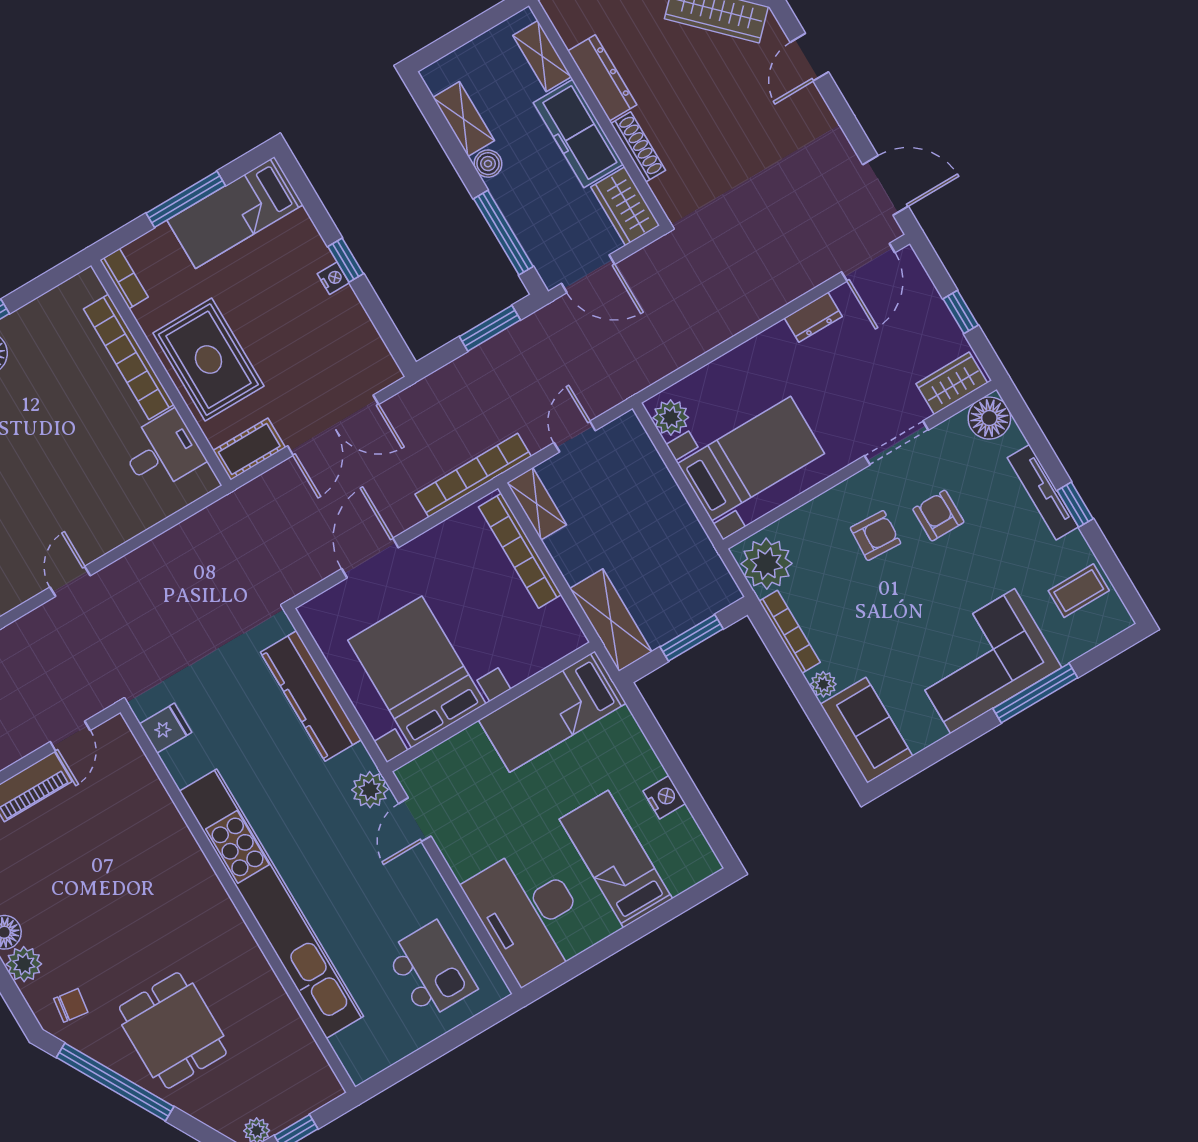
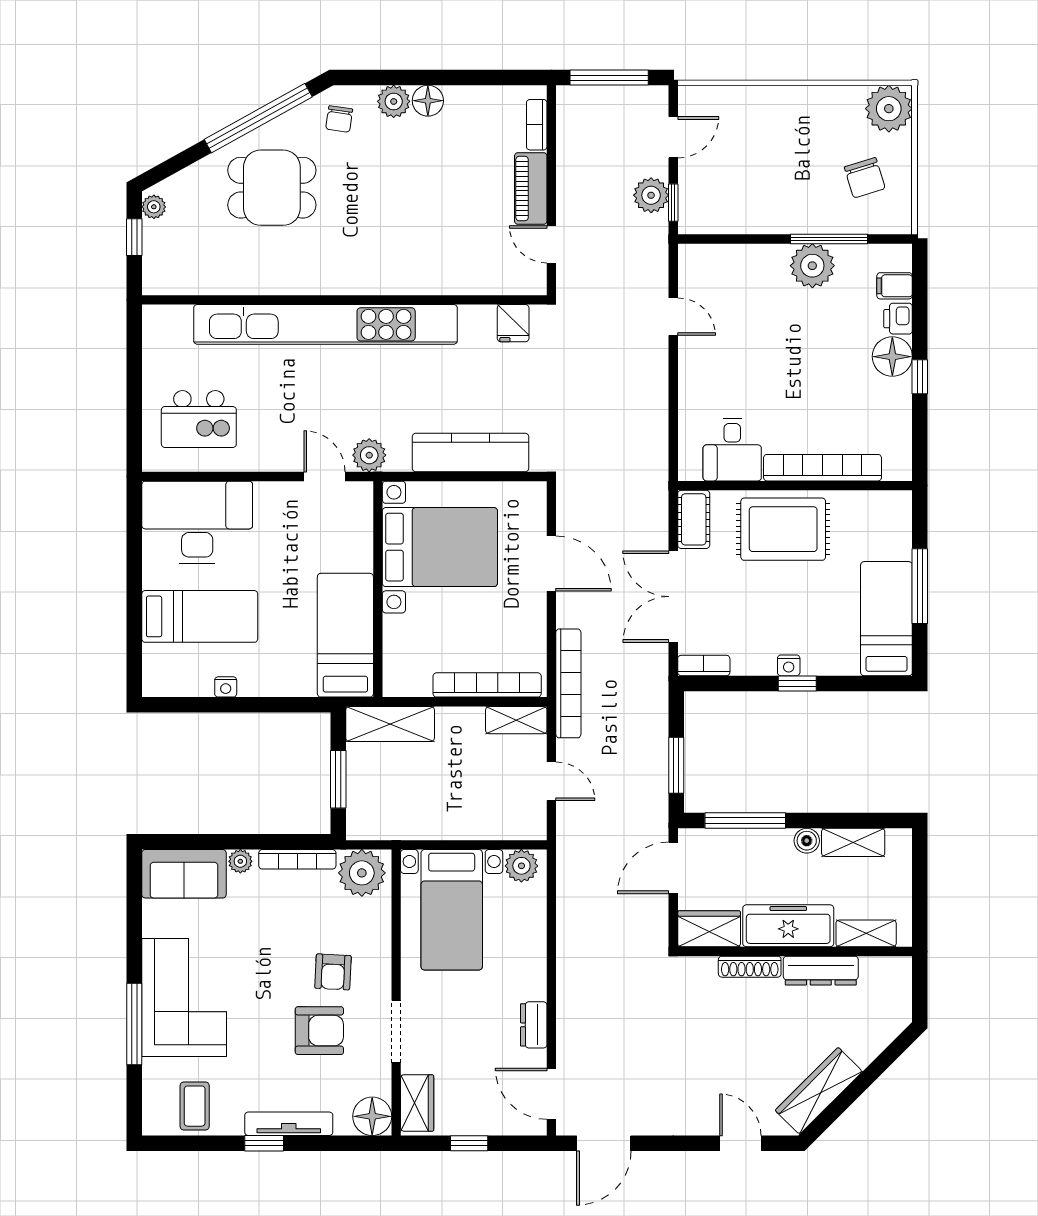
bookcase: (124, 279) -> (704, 665), moved, turned 180
armchair: (938, 516) -> (319, 1031), width x1.38, depth x1.38
nightstand: (664, 797) -> (226, 687), width x0.72, depth x0.74

